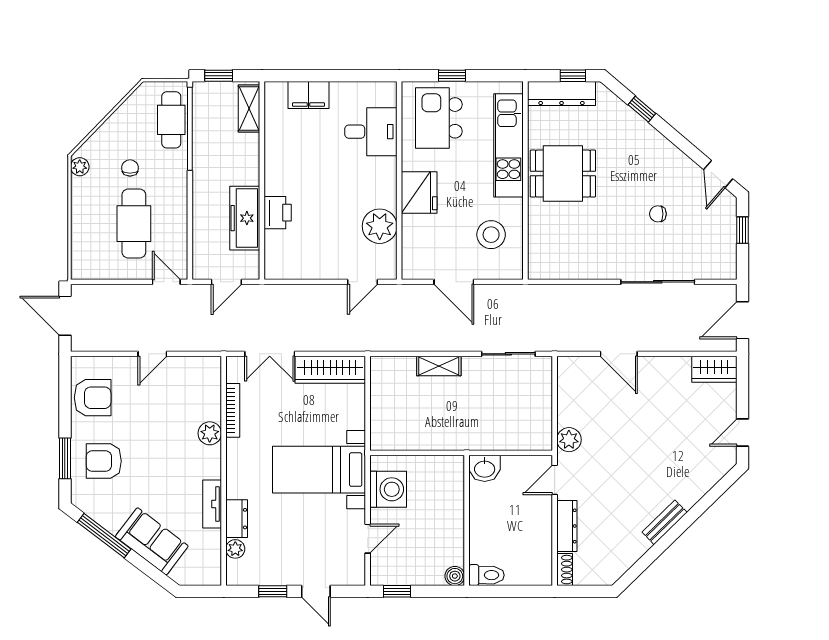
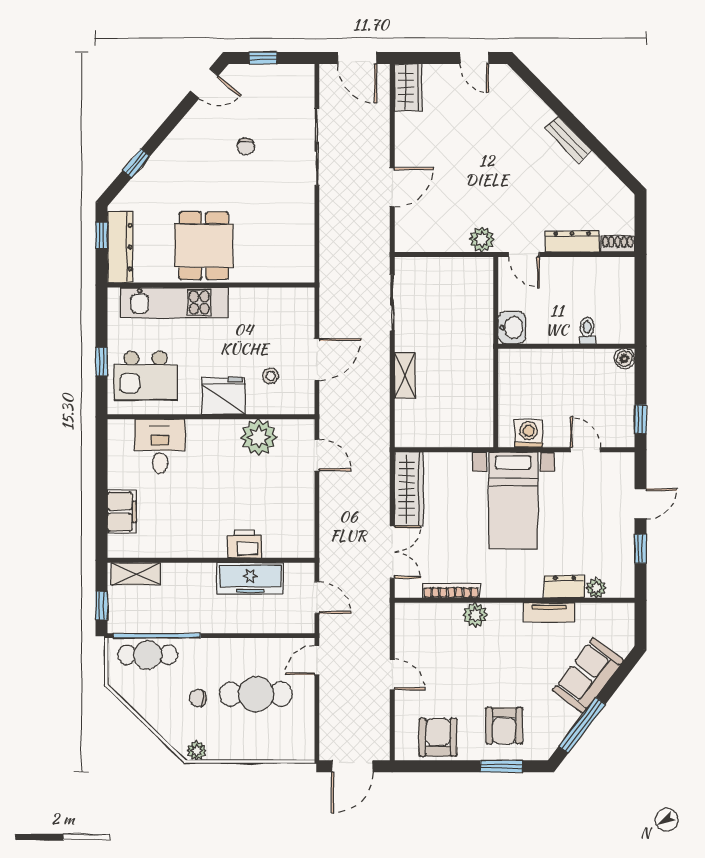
stool: (491, 235) -> (271, 376), moved, width x0.53, depth x0.53
washing machine: (388, 489) -> (529, 434), width x0.73, depth x0.73
toilet: (487, 575) -> (587, 331), moved, width x0.73, depth x0.72

